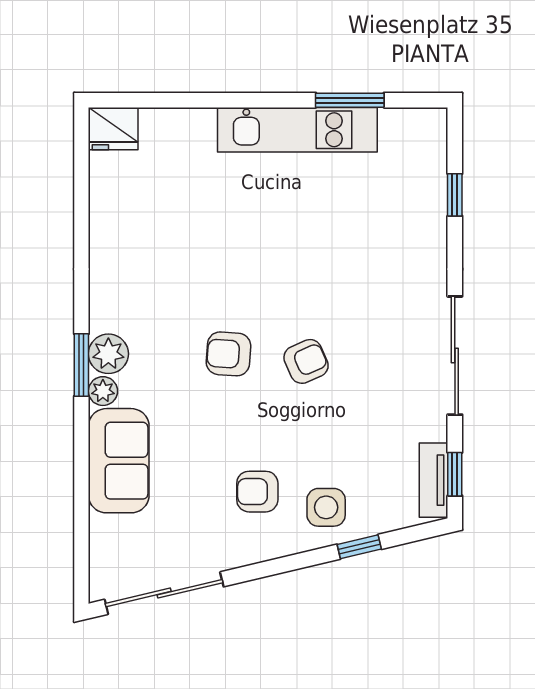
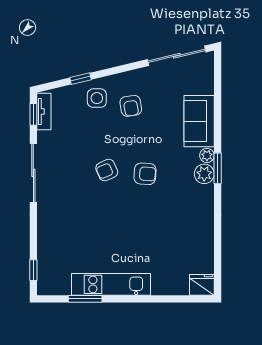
window: (455, 195) -> (33, 270), moved
armchair: (257, 492) -> (131, 106), turned 81

